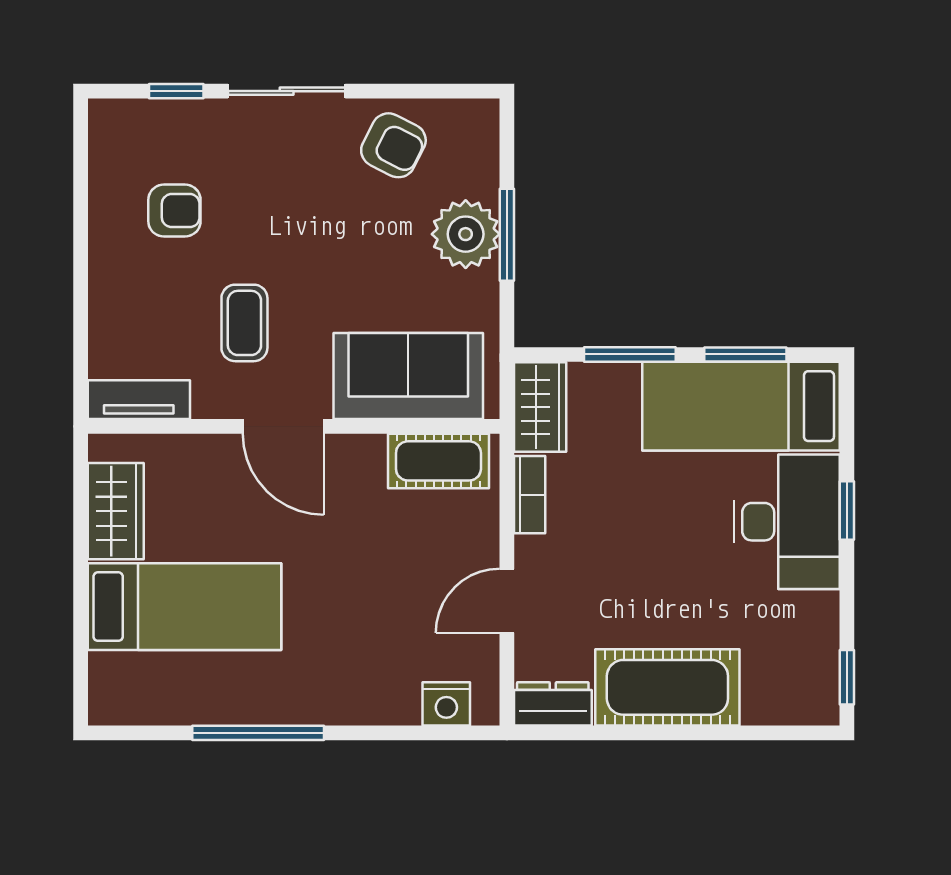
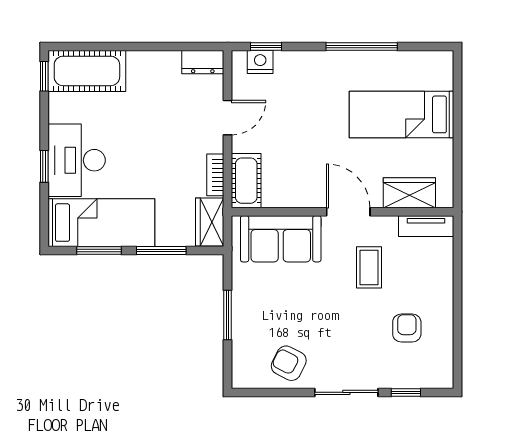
armchair: (174, 211) -> (407, 328), turned 90
plant: (466, 234) -> (250, 315), removed
cot: (438, 461) -> (246, 181), moved, turned 90
wardrobe: (116, 511) -> (409, 193), moved, turned 90
cot: (667, 687) -> (87, 71), moved
window: (436, 733) -> (266, 46), added

